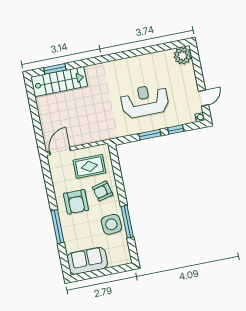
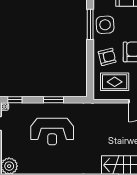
window: (176, 130) -> (15, 100), moved

